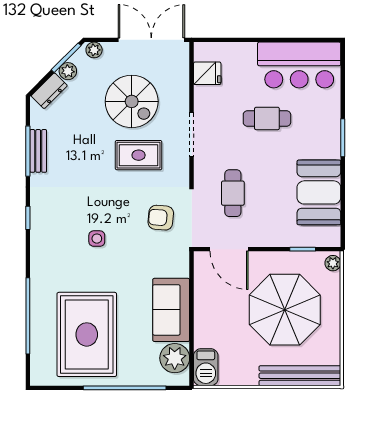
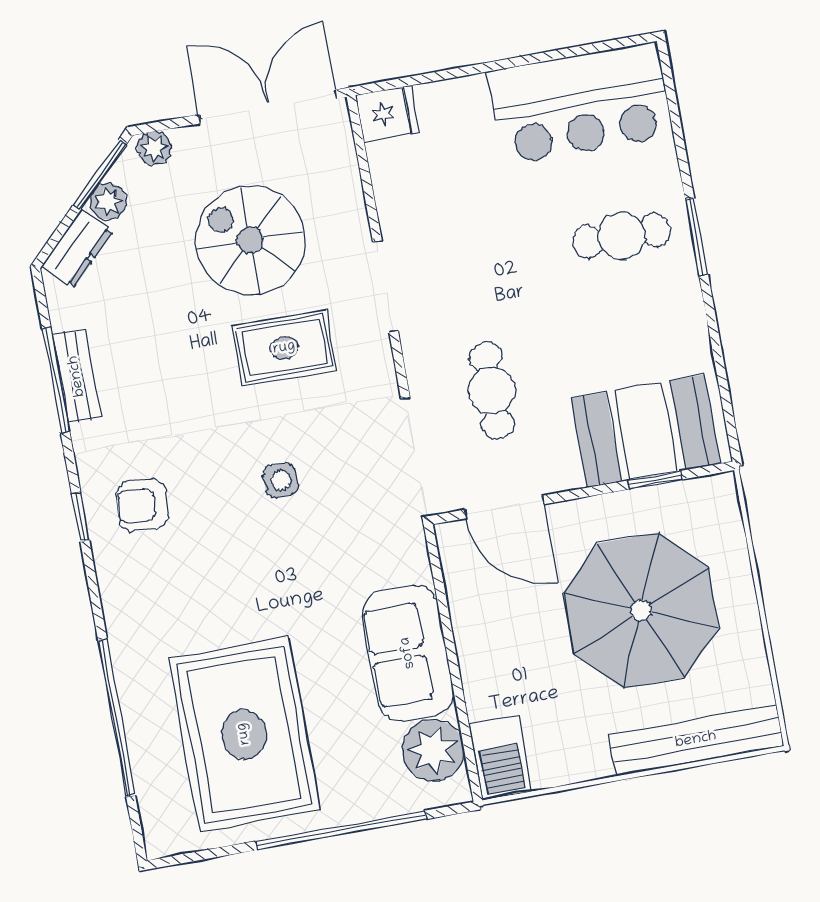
fridge: (207, 73) -> (387, 114), moved
spiral stairs: (132, 101) -> (250, 240), turned 180
cafe table: (267, 118) -> (621, 236), moved
booth: (319, 192) -> (646, 431), moved, turned 90
armchair: (161, 218) -> (142, 505), moved
side table: (97, 239) -> (281, 480), moved
plant: (333, 263) -> (723, 497), removed

